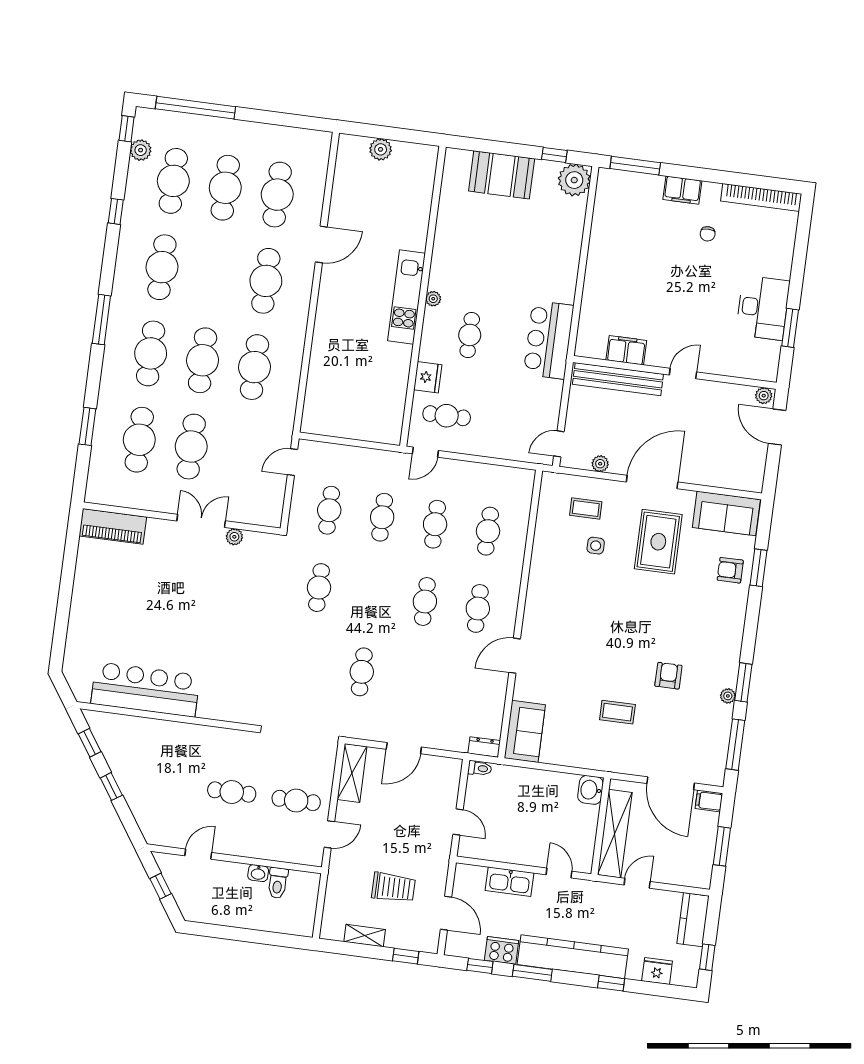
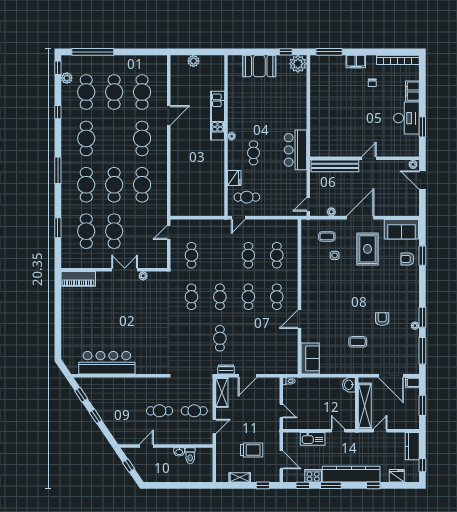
kitchen unit: (407, 297) -> (217, 116), moved
filing cabinet: (626, 350) -> (412, 91), moved, turned -90
cafe table: (382, 517) -> (220, 297), moved
dresser: (484, 747) -> (226, 370), moved

